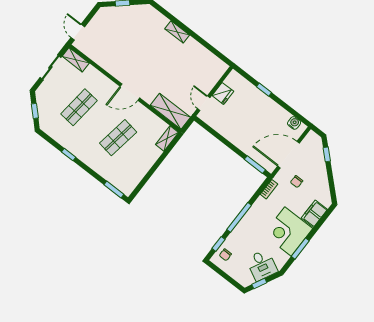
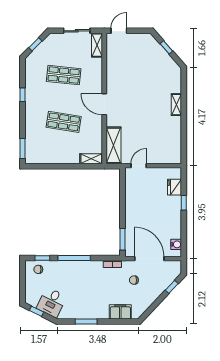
fridge: (223, 93) -> (174, 187), moved, turned 90
corner desk: (288, 231) -> (92, 303), removed

